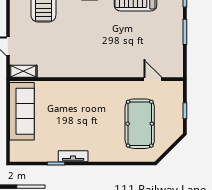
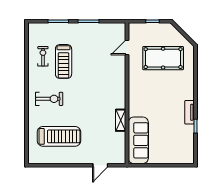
shelving: (23, 71) -> (121, 120), moved
sofa: (22, 111) -> (138, 140), moved, turned 90

